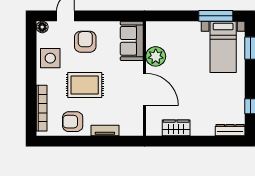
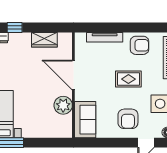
rug: (85, 85) -> (128, 79), width x0.73, depth x0.70
tv unit: (105, 131) -> (105, 37), width x1.41
window: (208, 141) -> (15, 27), added

